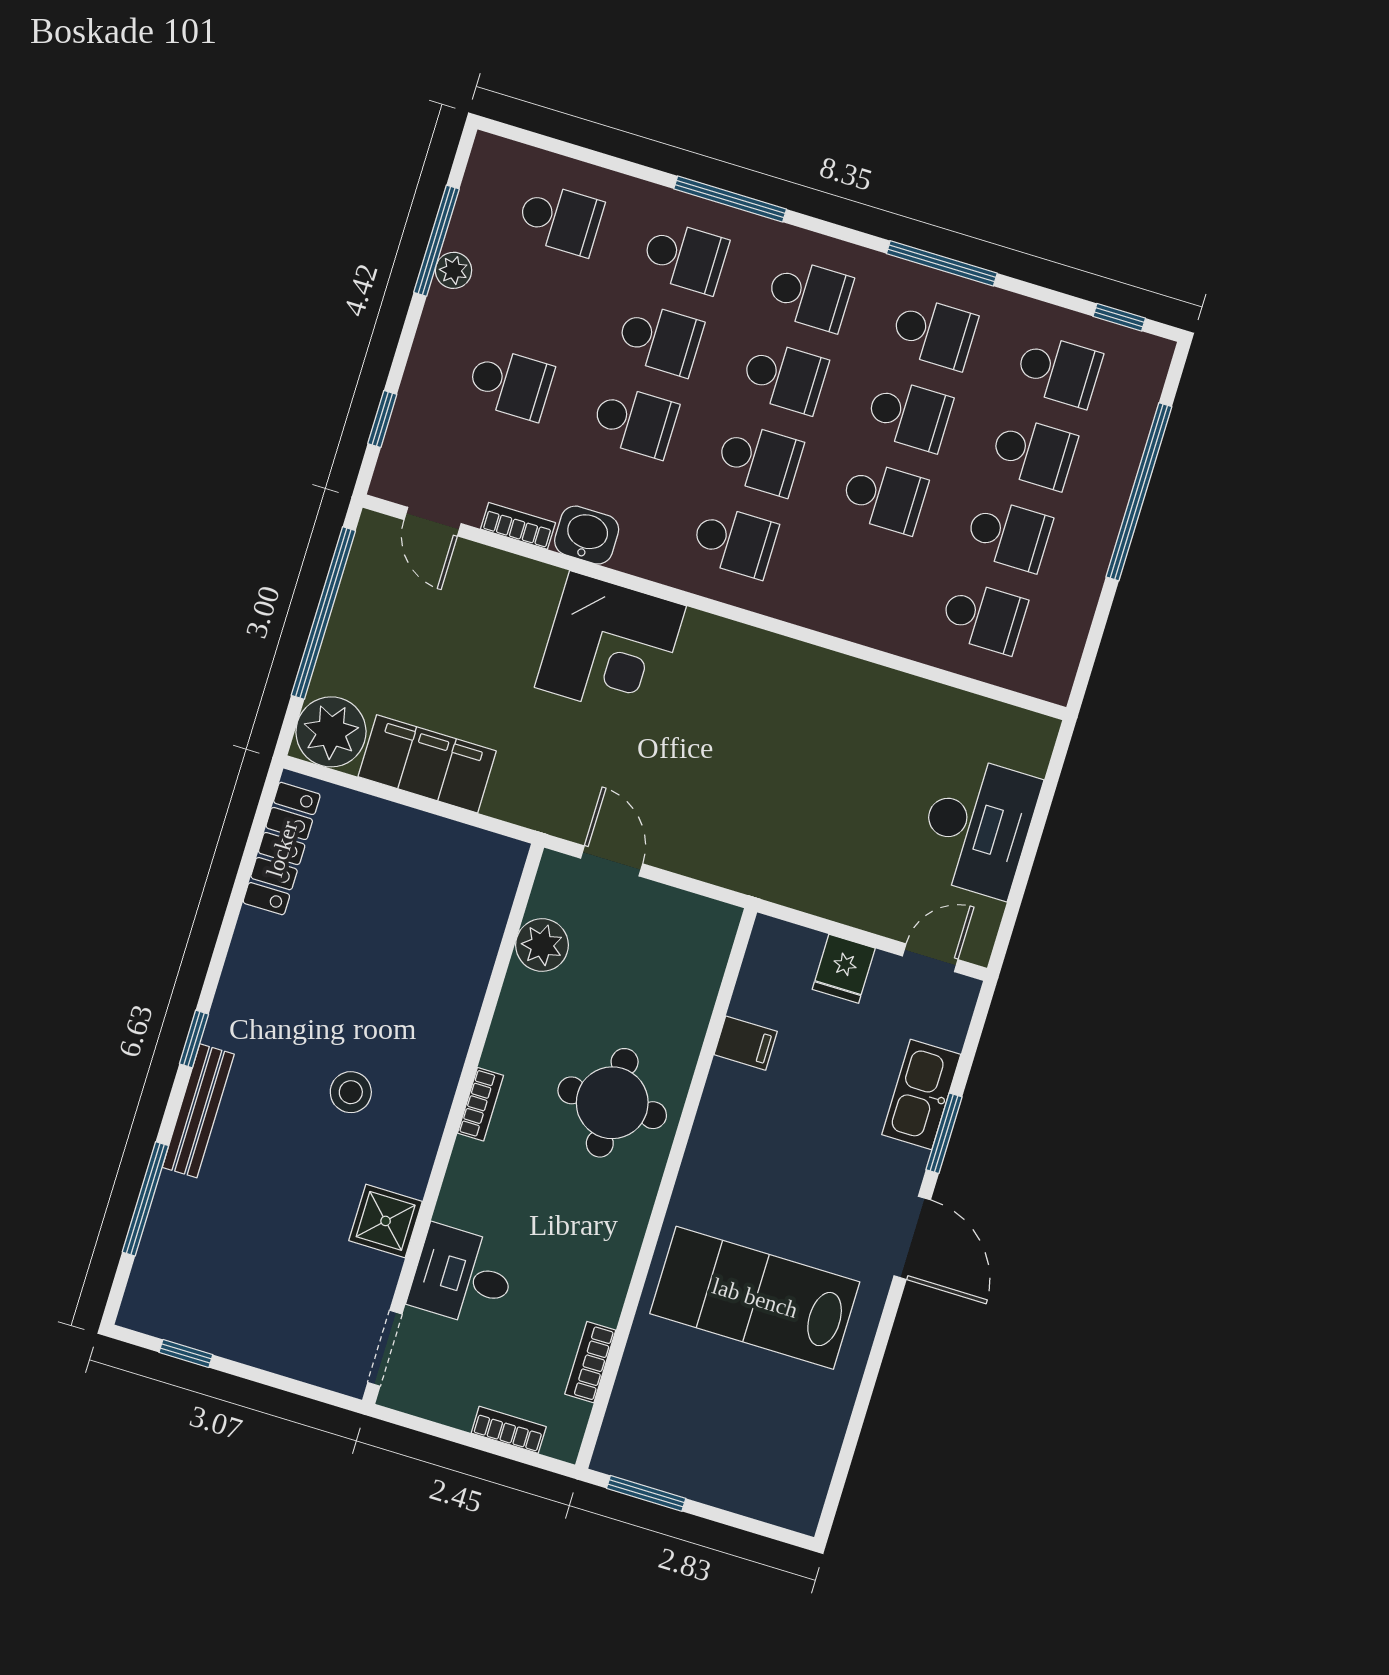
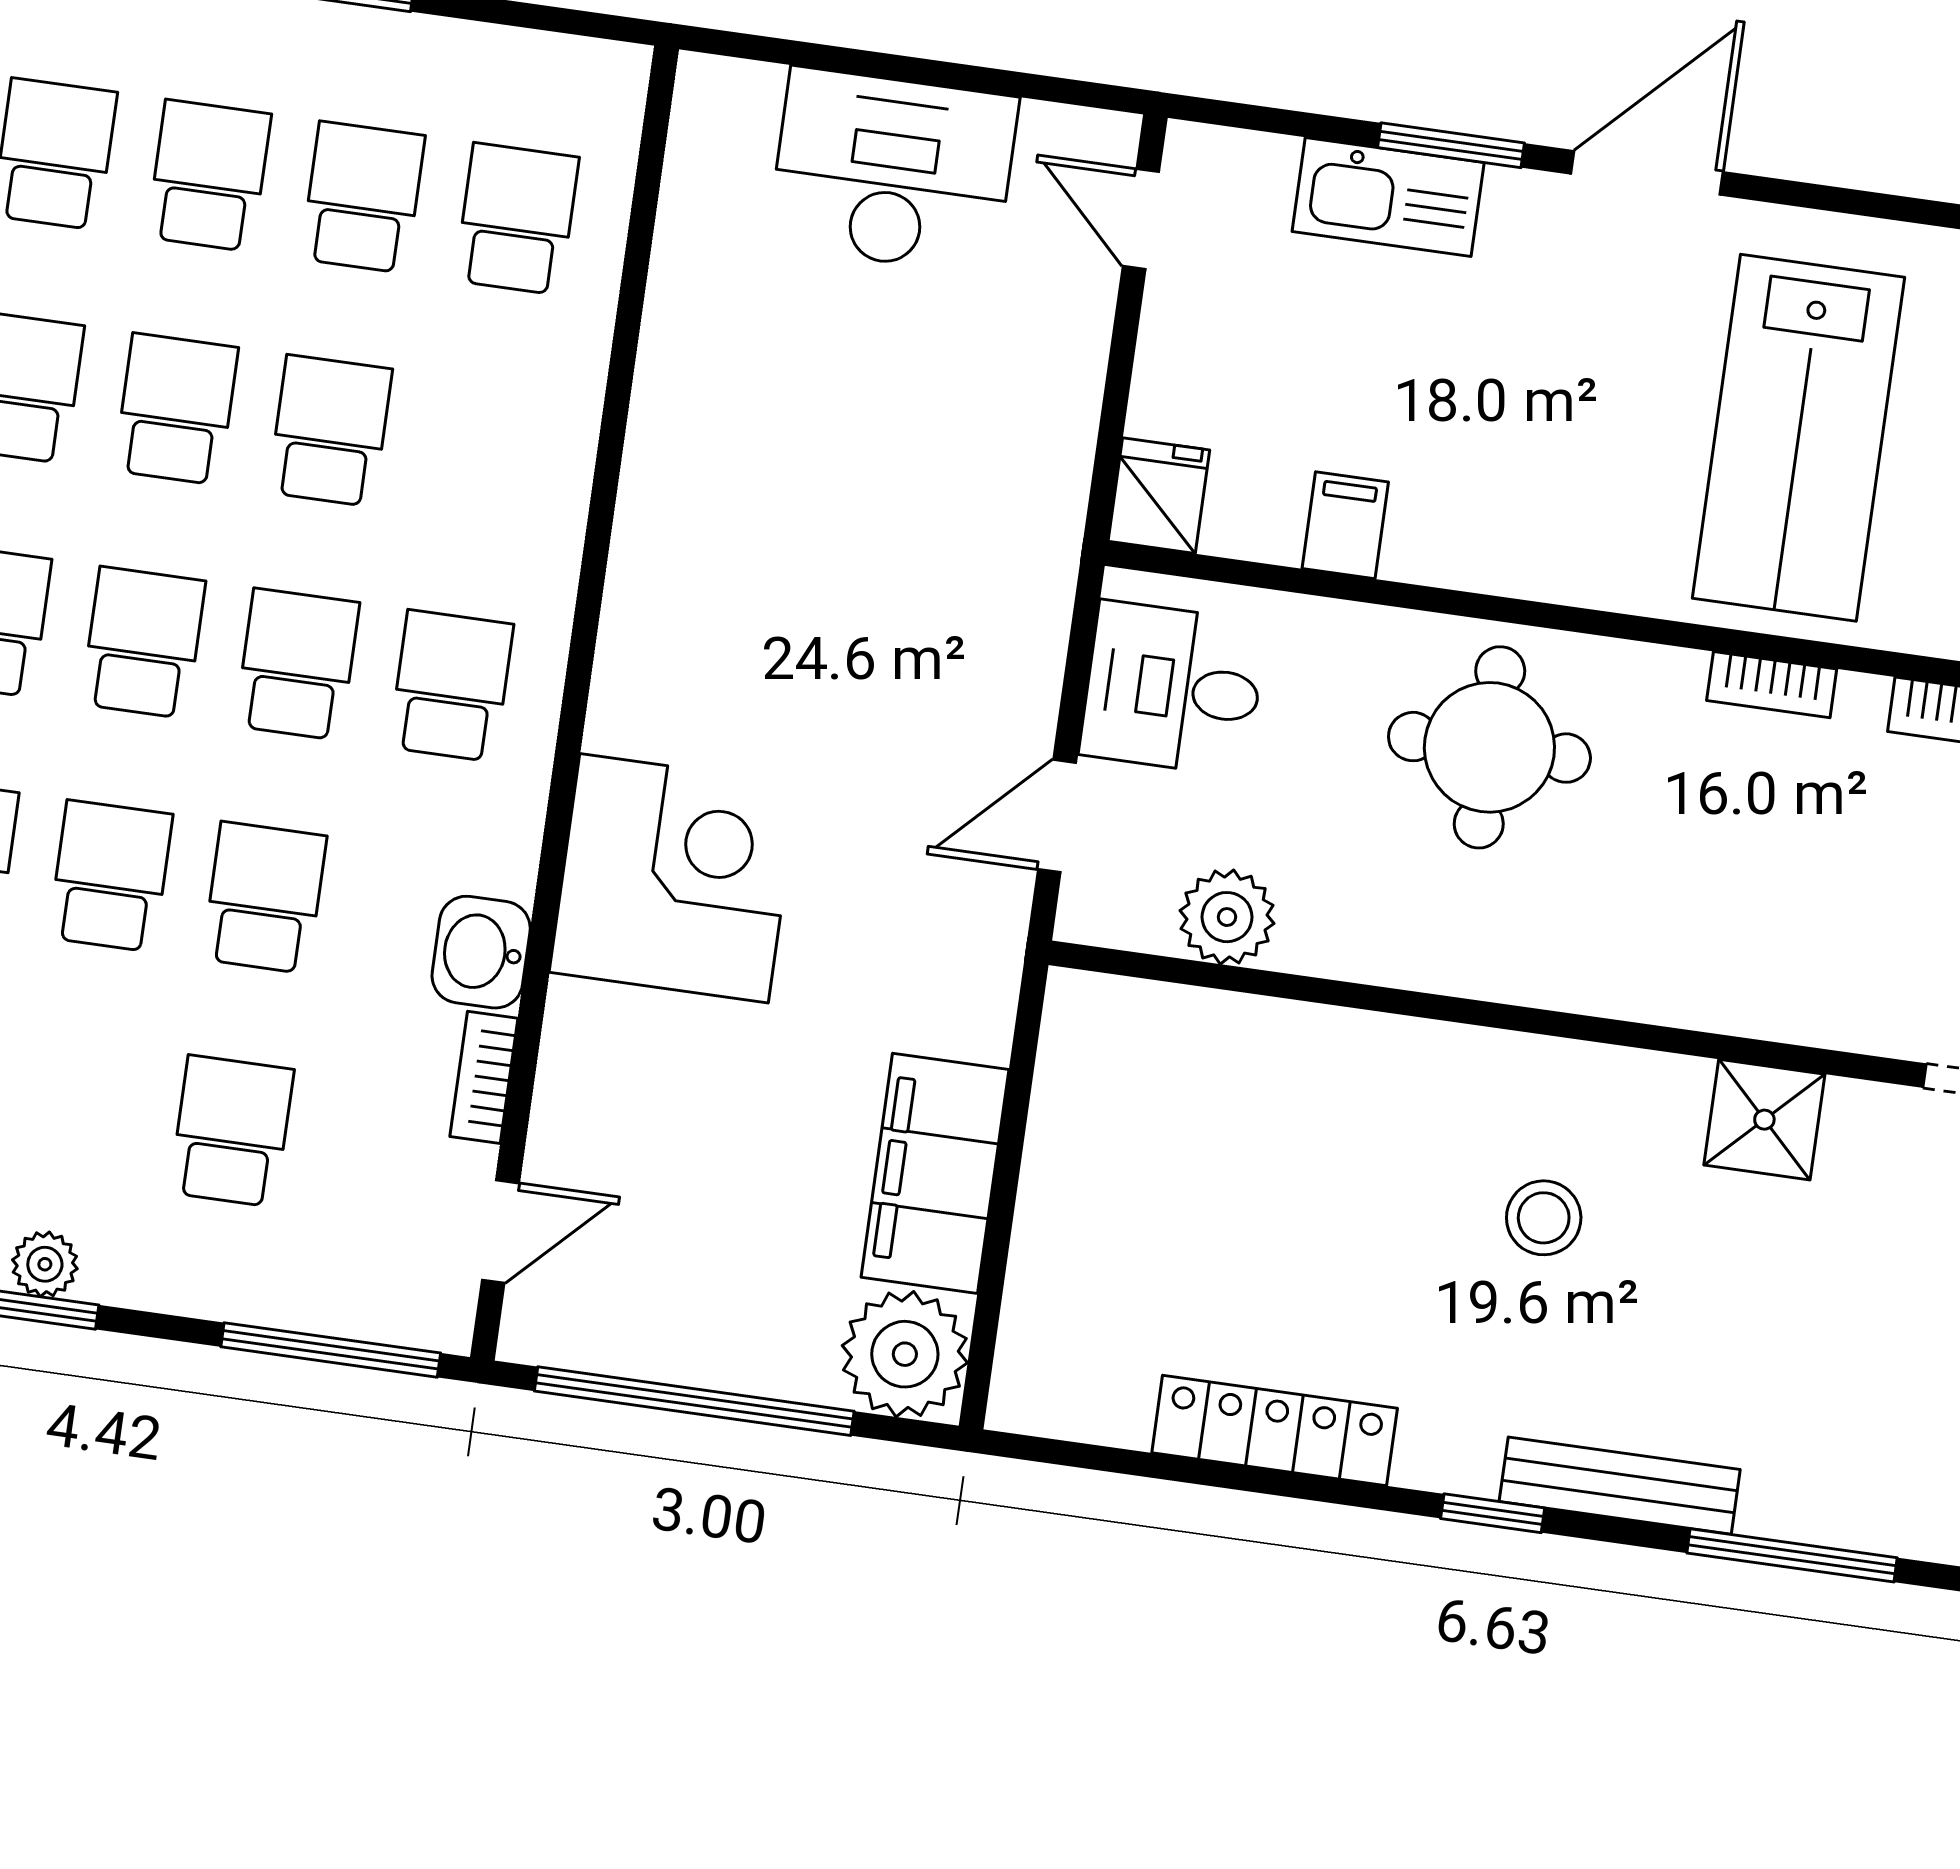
window: (382, 419) -> (331, 1350), width x2.17
locker: (282, 849) -> (1275, 1431), moved
fridge: (844, 969) -> (1159, 496), moved, turned -90
bookcase: (480, 1104) -> (1772, 685), moved, turned 180
desk: (463, 1276) -> (1173, 688), moved, turned 90

